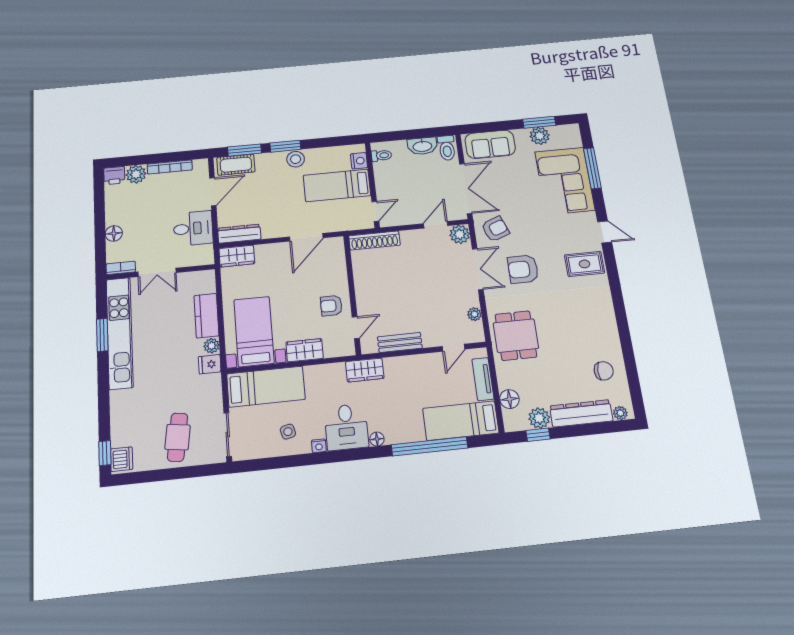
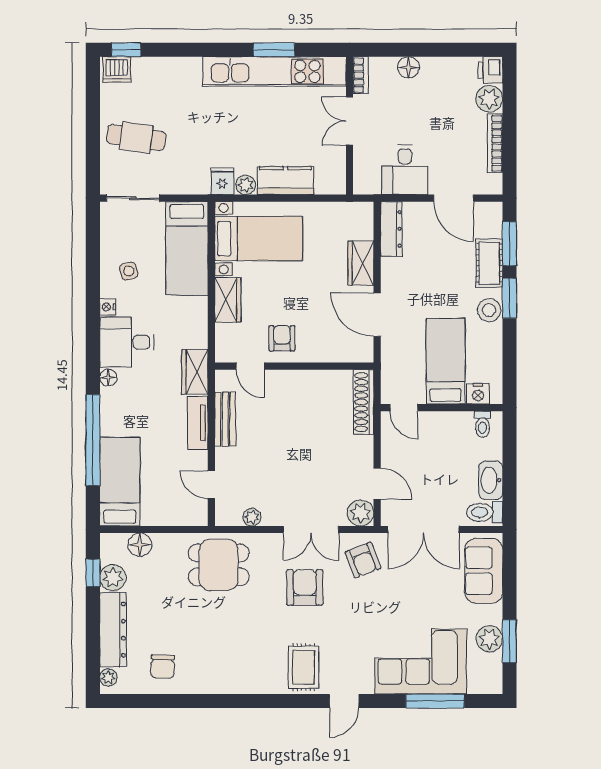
cot: (236, 165) -> (489, 263), moved
wardrobe: (237, 256) -> (361, 263), moved
tv unit: (483, 379) -> (198, 423), moved, turned -90

